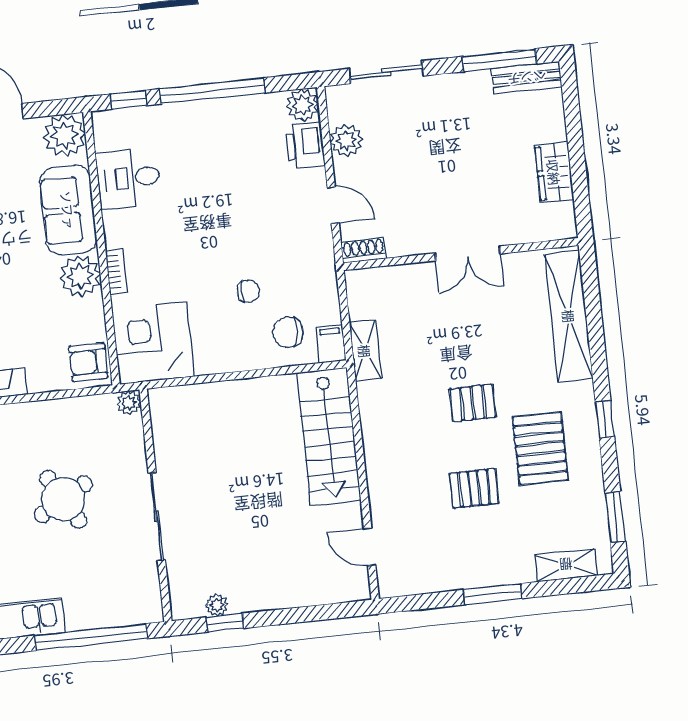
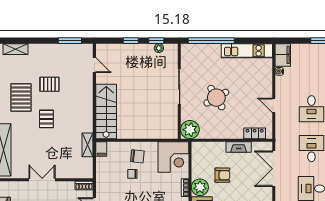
chair: (288, 332) -> (137, 156), moved
armchair: (88, 362) -> (222, 175), moved
plant: (129, 403) -> (190, 130), width x1.88, depth x1.88
pallet: (473, 403) -> (46, 119), turned 90
window: (493, 594) -> (70, 41), moved
window: (287, 616) -> (131, 41), added

